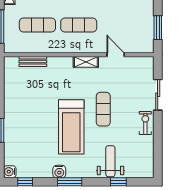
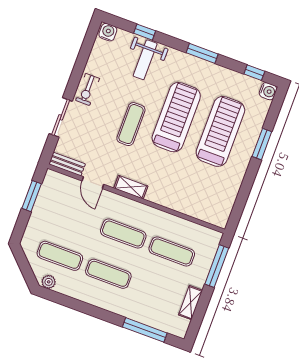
bench: (33, 61) -> (67, 164), moved
treadmill: (34, 128) -> (220, 131), added
water cooler: (59, 172) -> (108, 32), moved

